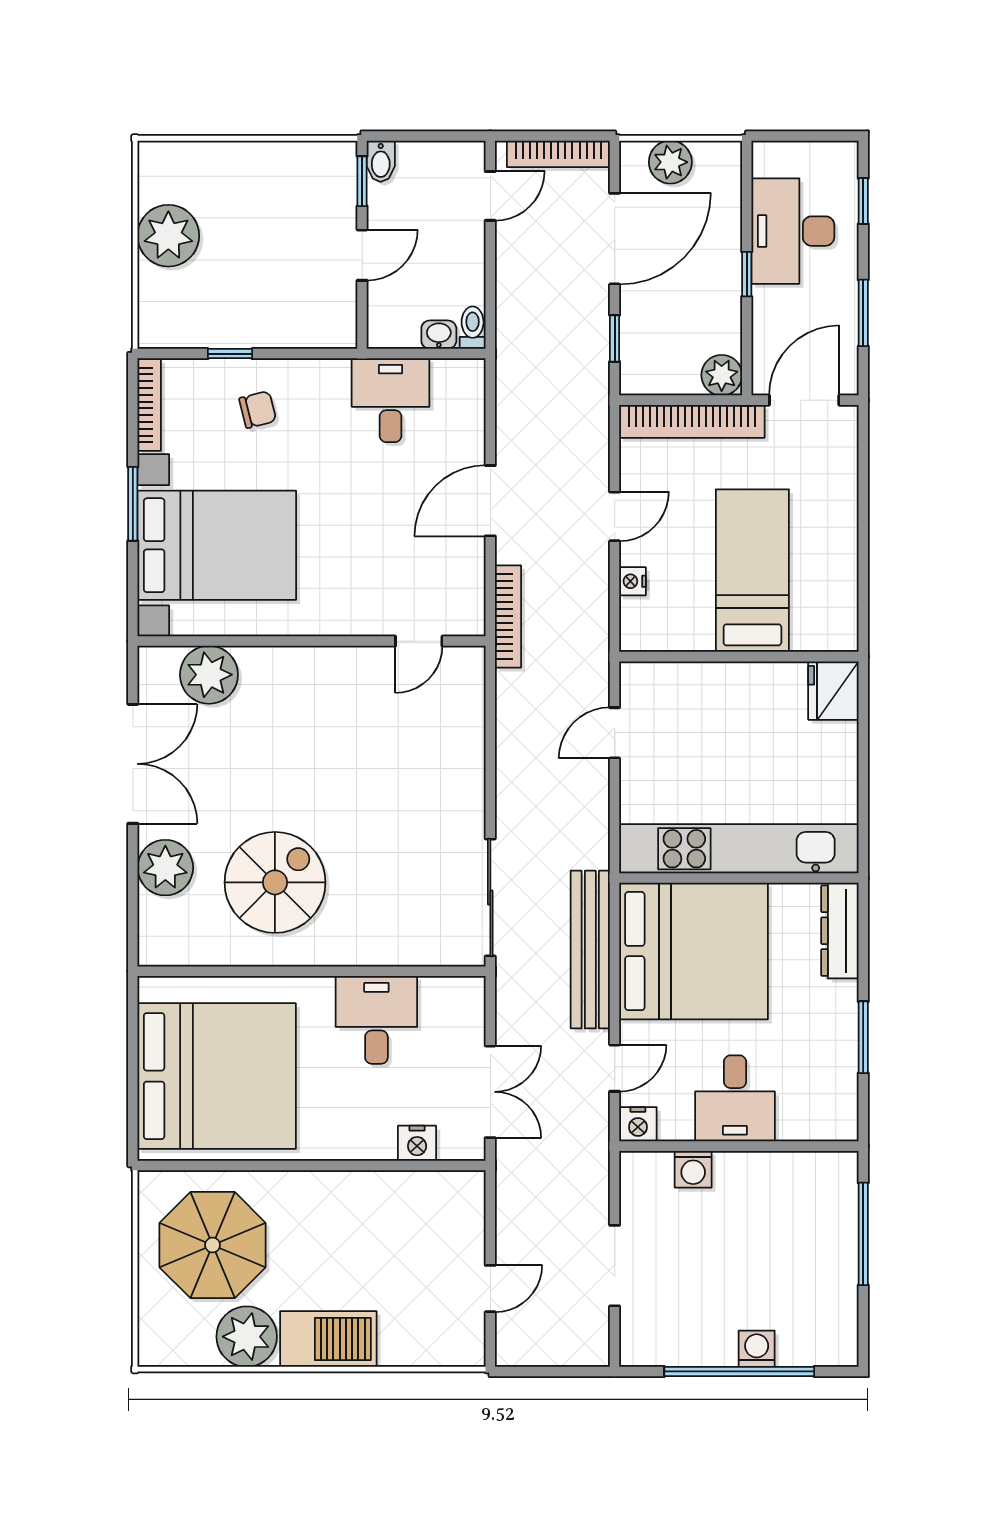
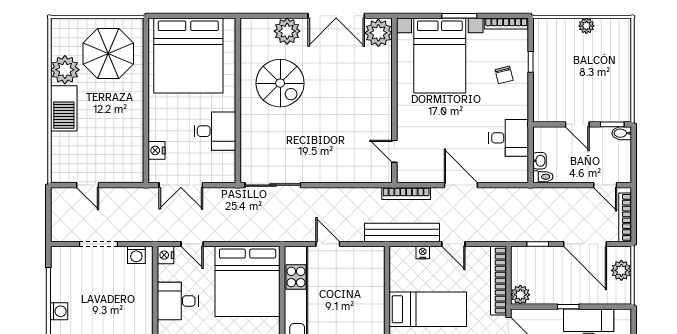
plant: (168, 236) -> (586, 26), width x0.53, depth x0.53
plant: (209, 675) -> (378, 33), moved
door: (615, 733) -> (328, 244), moved
bench: (590, 950) -> (402, 232), moved
washing machine: (693, 1169) -> (136, 255), moved, turned -90

